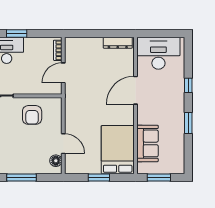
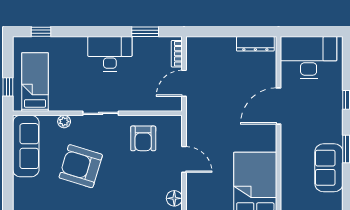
window: (17, 33) -> (145, 32), moved
sofa: (148, 143) -> (329, 168), moved, turned 180
door: (63, 144) -> (184, 159), moved

